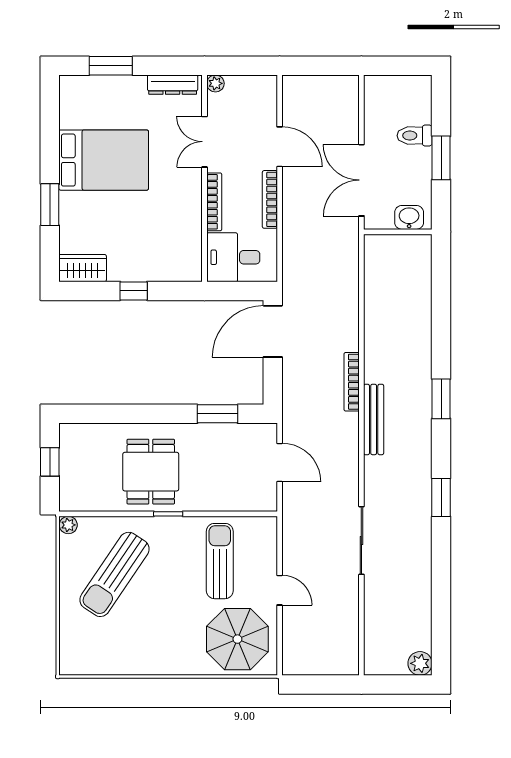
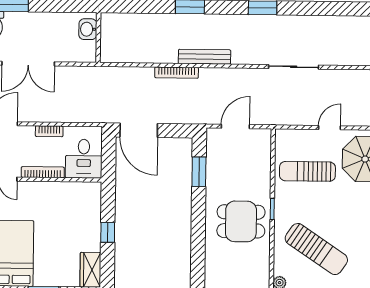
bookcase: (270, 199) -> (49, 131), width x0.64
washbasin: (409, 217) -> (88, 29), moved
wall: (398, 232) -> (98, 38), moved

